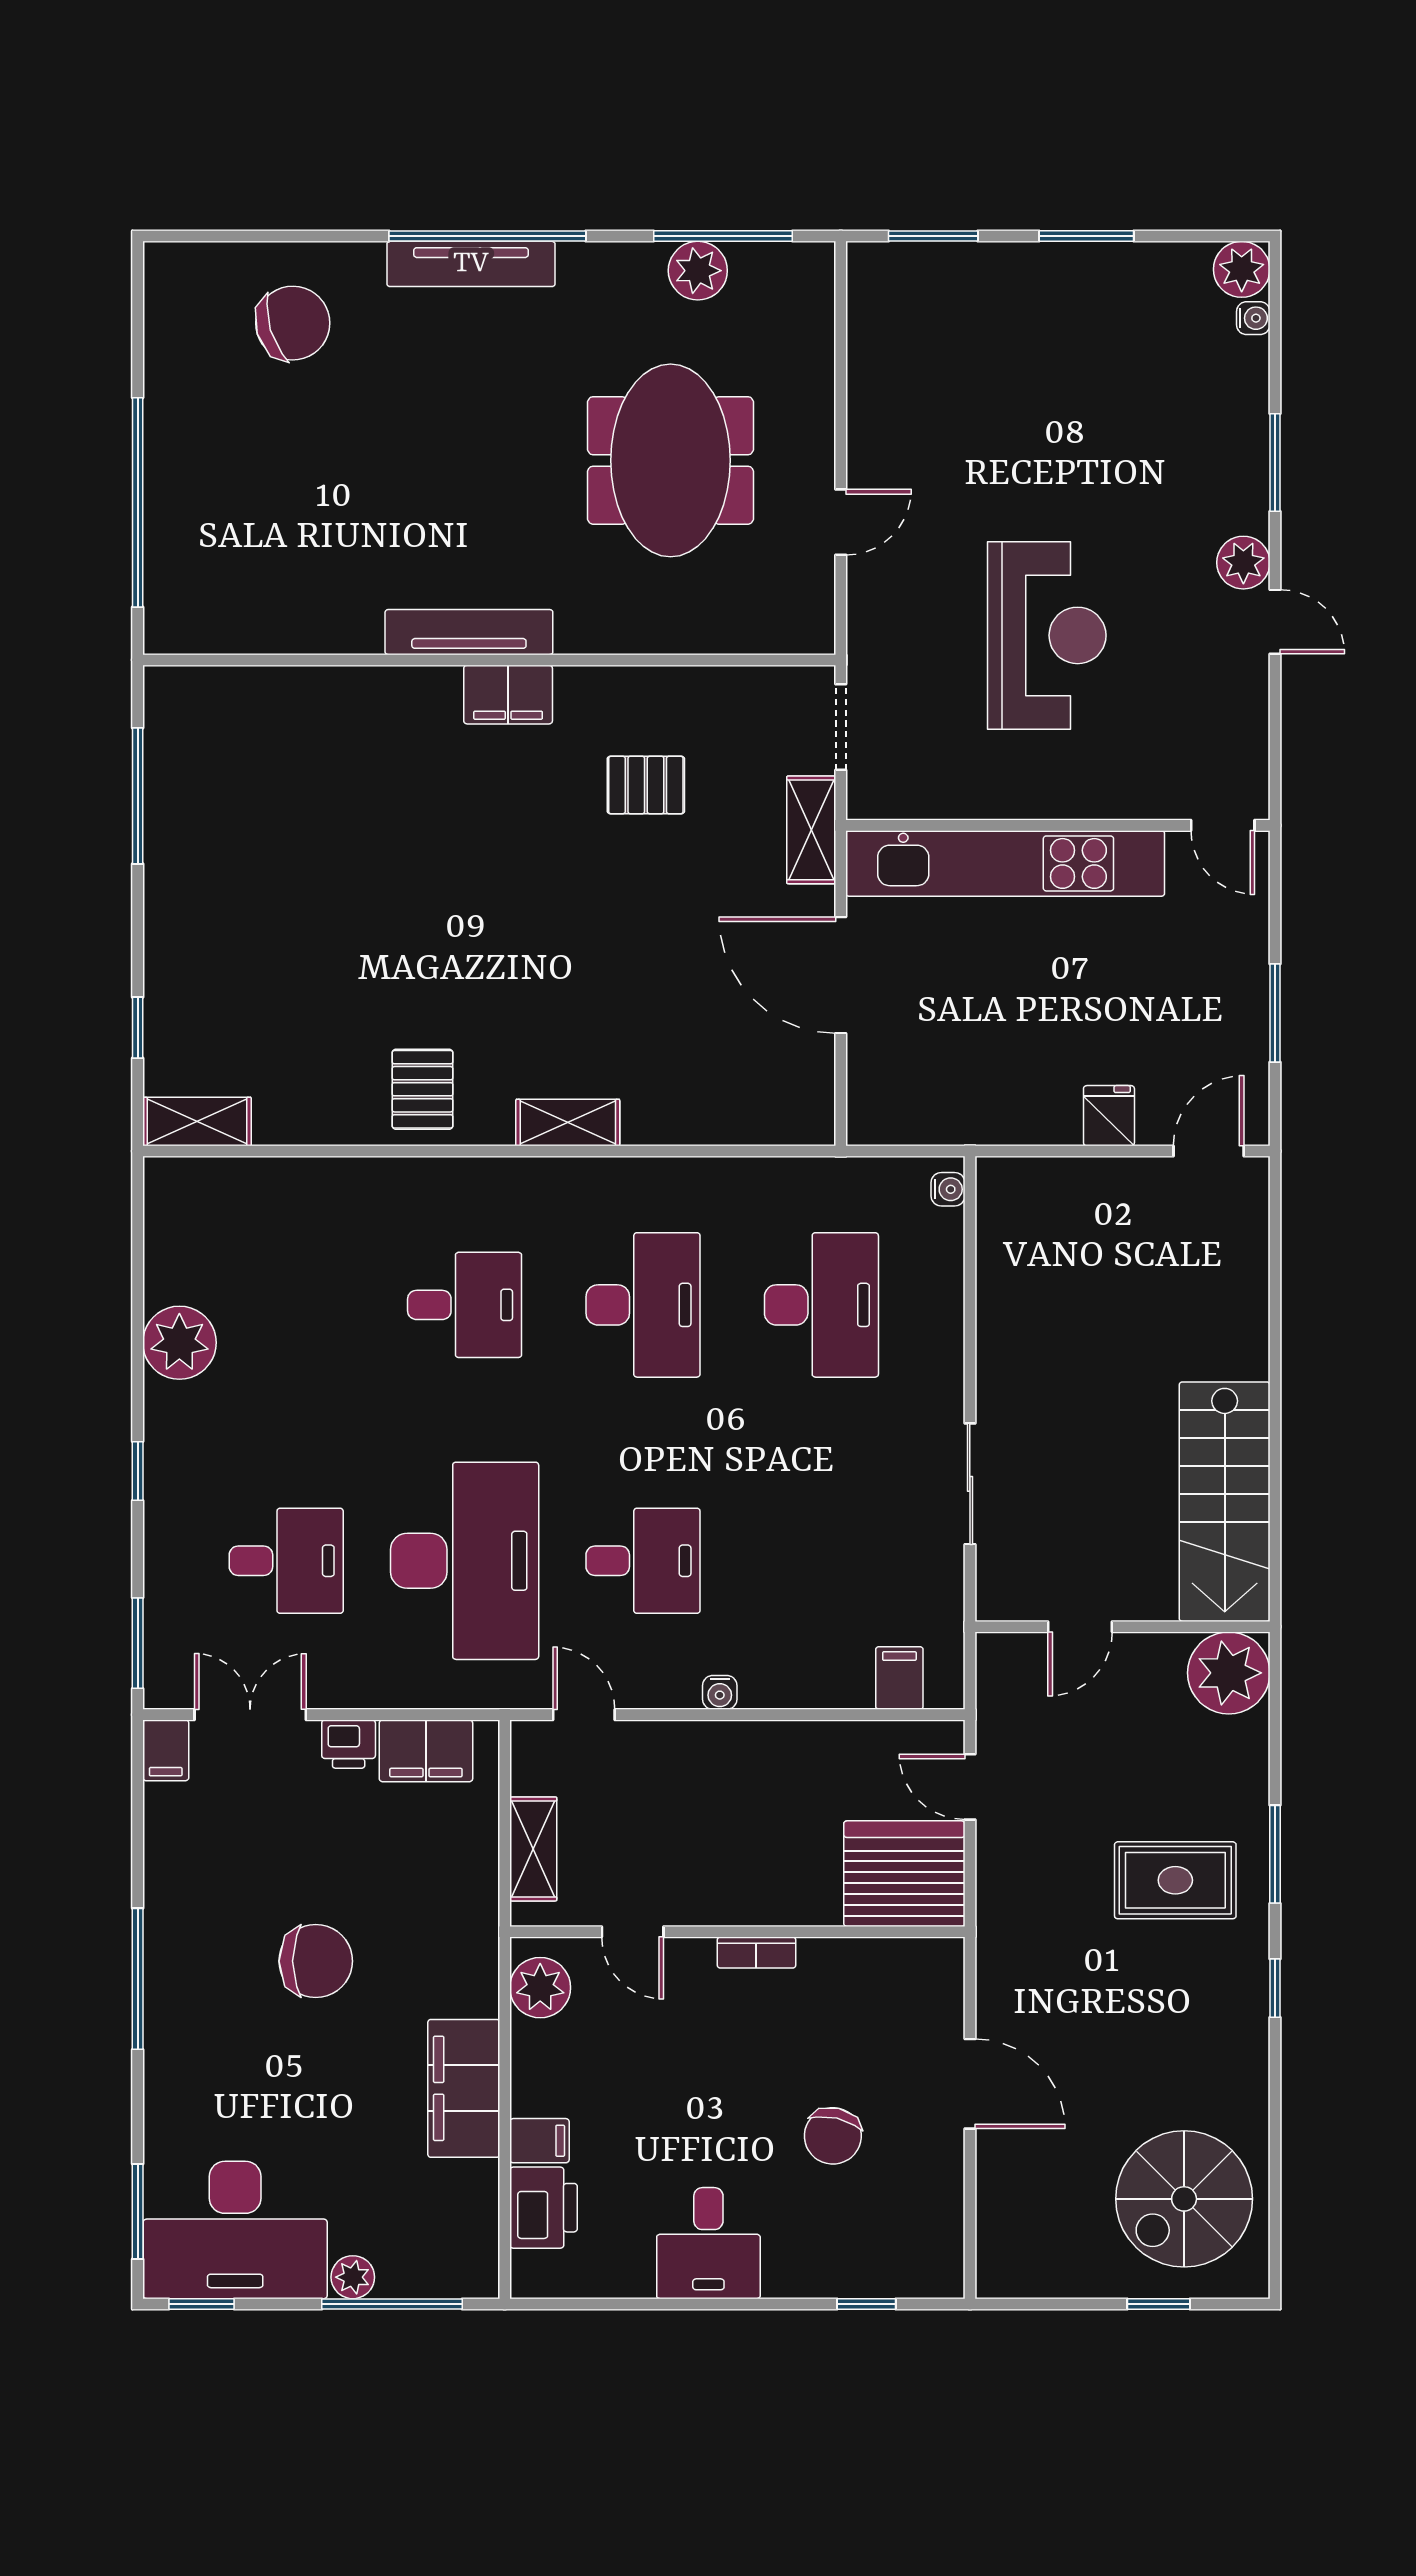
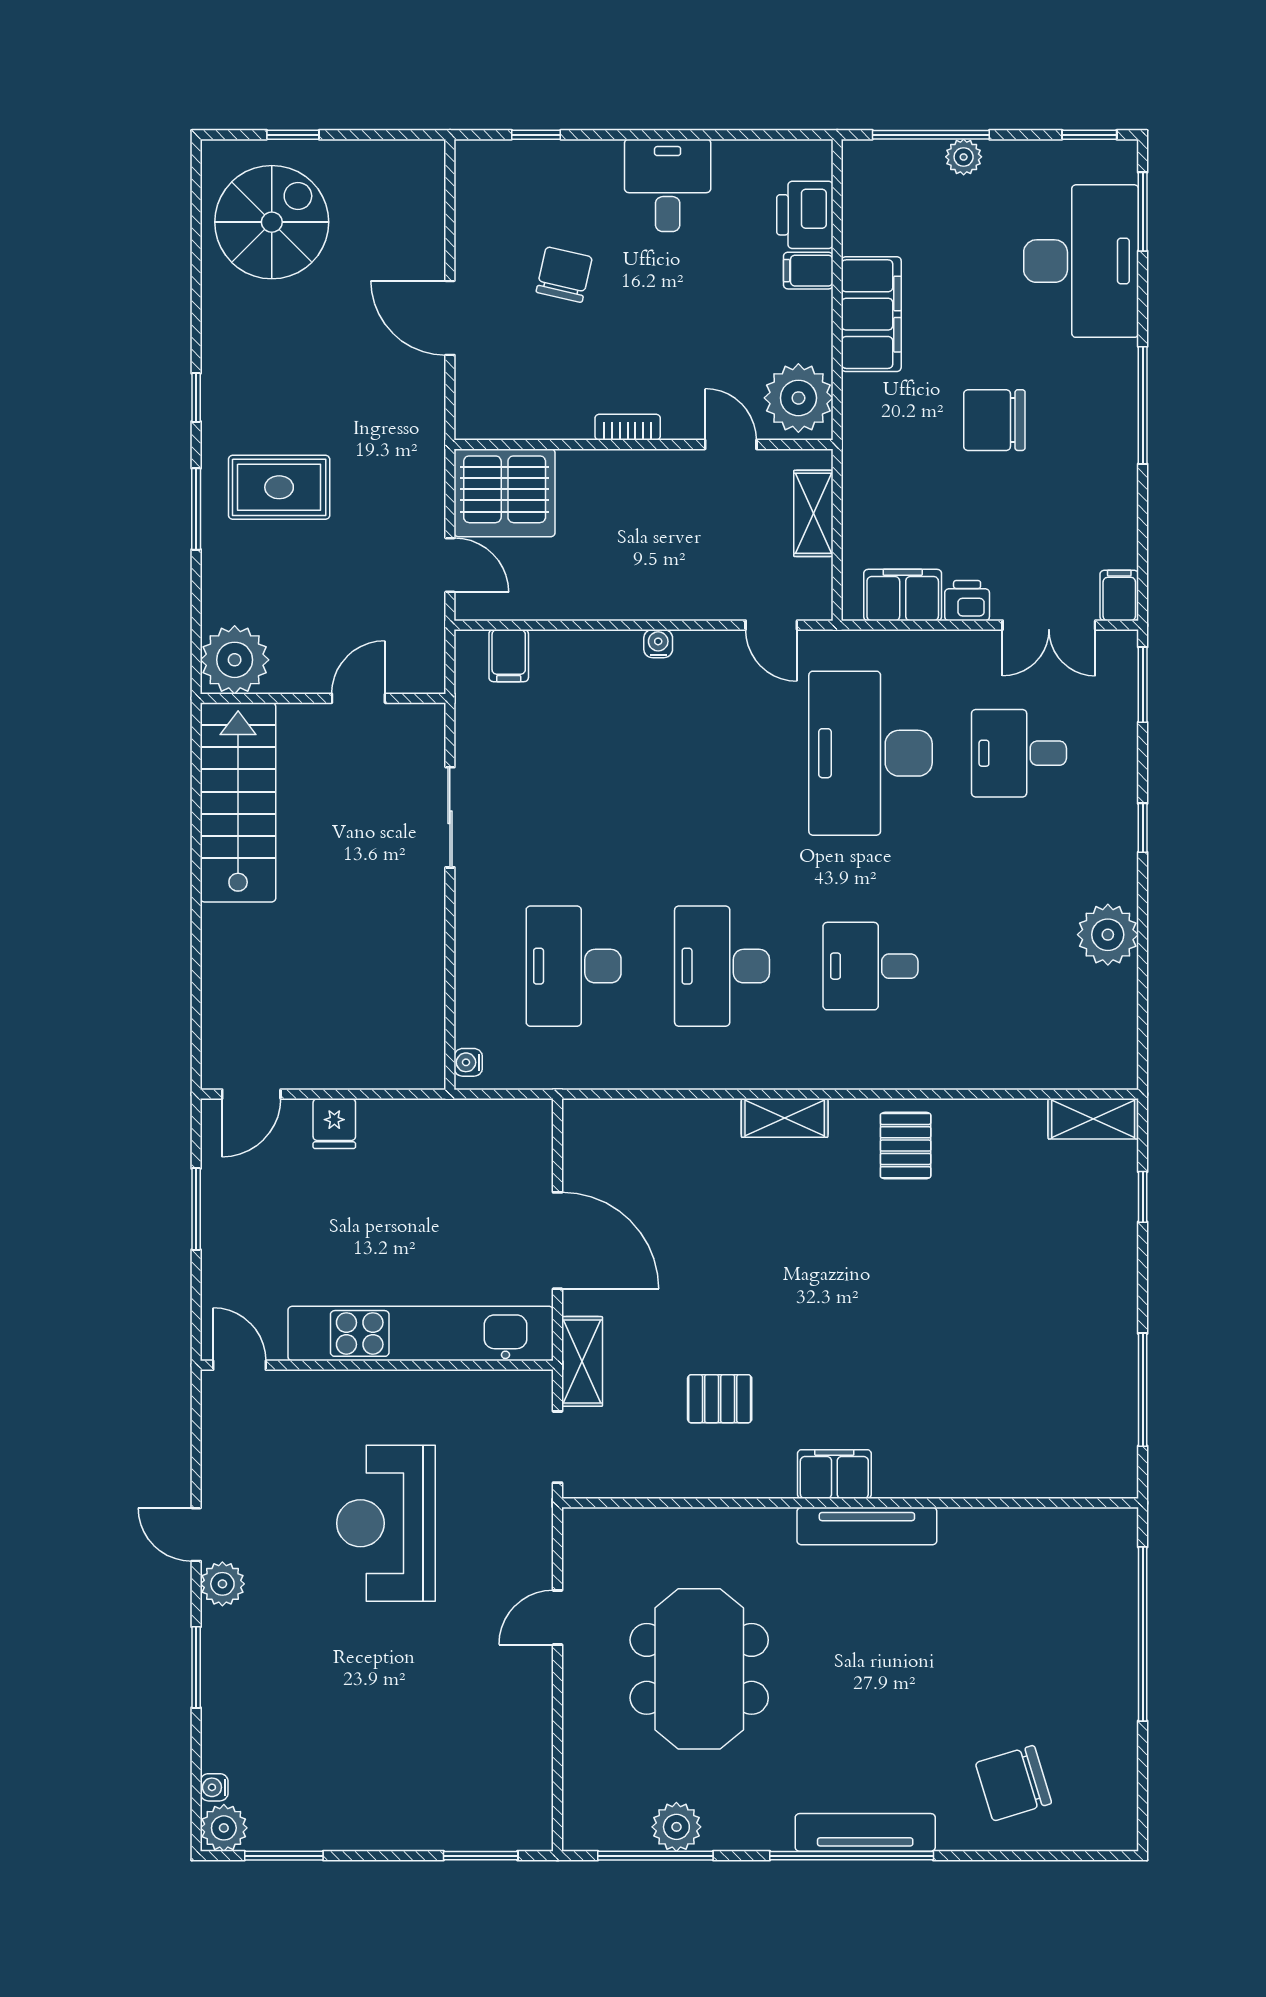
window: (1086, 236) -> (284, 1856), moved
desk: (643, 1561) -> (722, 753), removed
plant: (540, 1988) -> (798, 398), width x1.36, depth x1.36
desk: (235, 2230) -> (1081, 261), moved, turned 90

